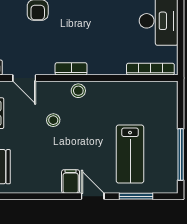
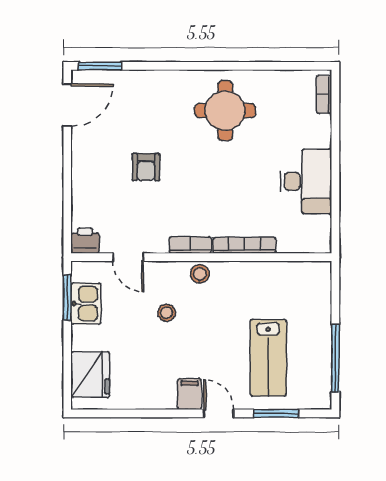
bookcase: (150, 69) -> (244, 245), moved

